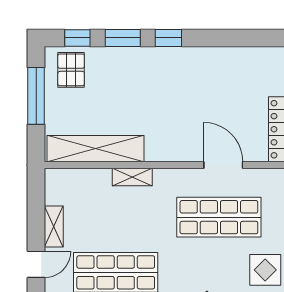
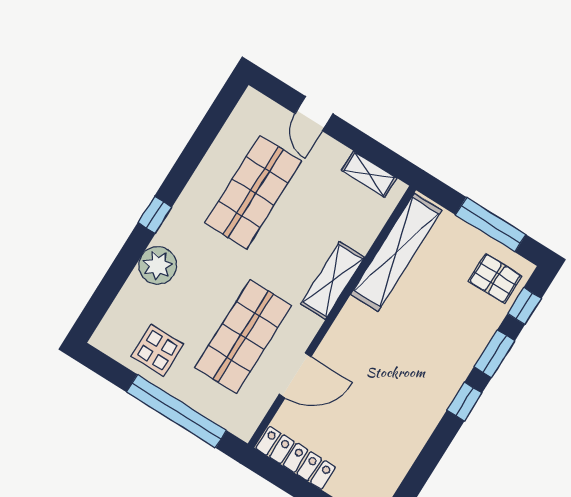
shelving: (132, 177) -> (333, 281), width x1.50, depth x1.33
shelving: (54, 226) -> (369, 174), moved

